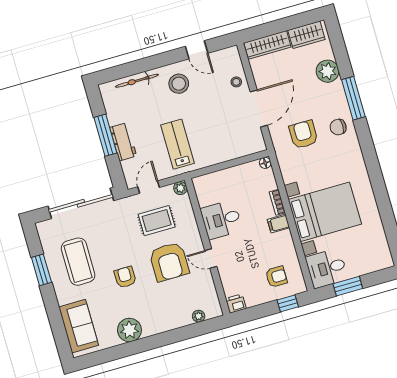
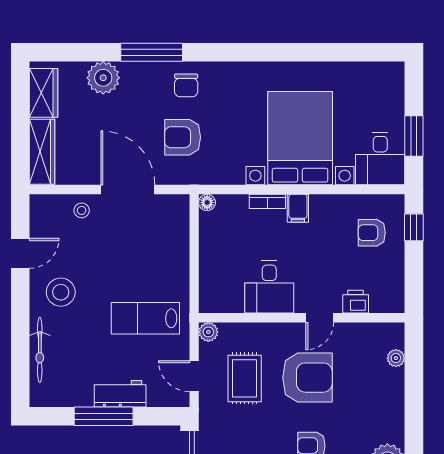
armchair: (276, 277) -> (372, 233), turned -90
printer: (236, 304) -> (356, 302), moved, turned 90

